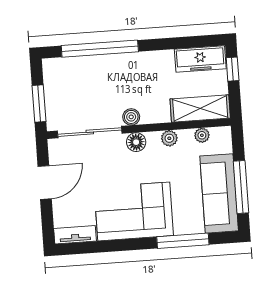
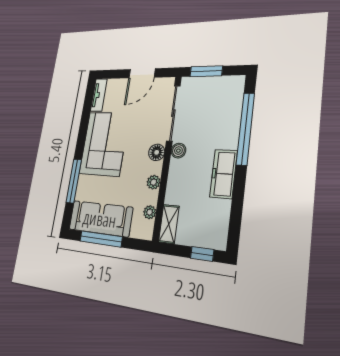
freezer: (200, 59) -> (224, 174), moved
shelving: (200, 109) -> (169, 224), width x0.67, depth x0.75
door: (45, 182) -> (142, 73), hinge flipped

